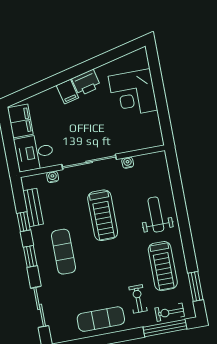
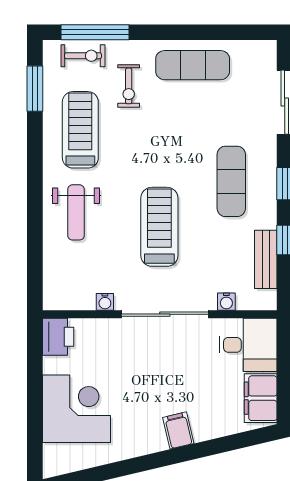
printer: (86, 83) -> (58, 337), moved, turned 103

